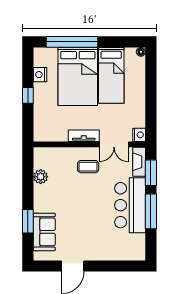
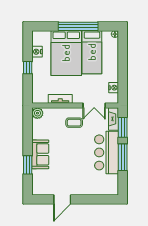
window: (72, 42) -> (78, 26), moved
nightstand: (139, 135) -> (114, 88), moved
tv unit: (84, 136) -> (60, 99), moved
plant: (41, 177) -> (37, 113), moved
sofa: (44, 232) -> (40, 154), moved

